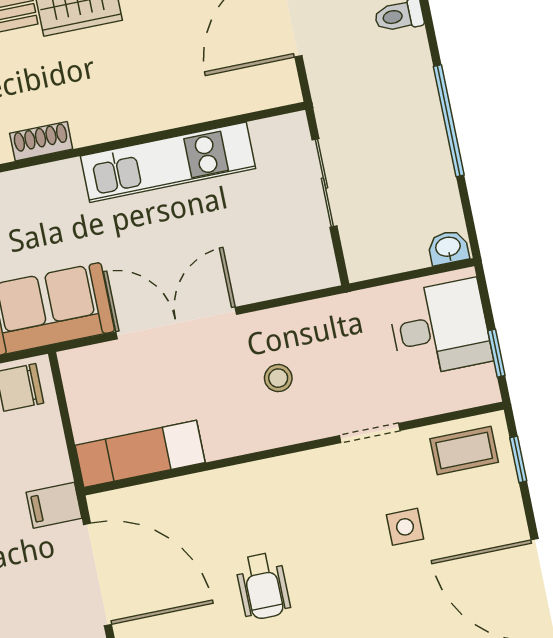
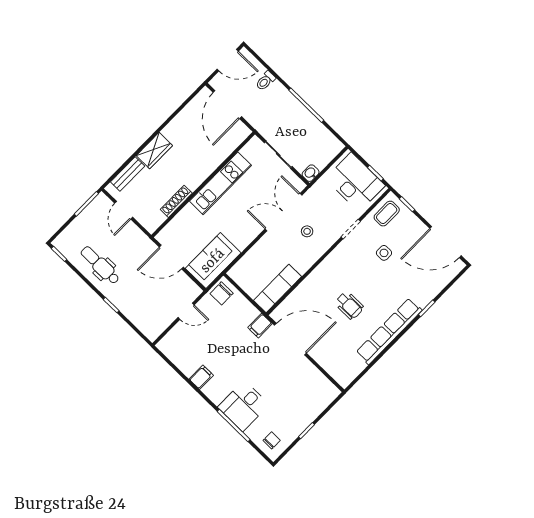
shoe rack: (41, 141) -> (176, 201), width x1.43
washbasin: (448, 248) -> (311, 173), moved
double door: (176, 323) -> (283, 212), moved
desk: (440, 328) -> (355, 182), width x1.37

